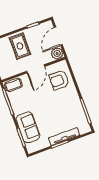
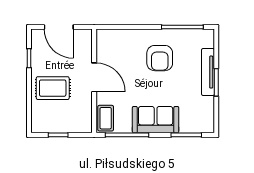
plant: (57, 53) -> (83, 38), removed
armchair: (59, 80) -> (160, 58), moved
sofa: (28, 127) -> (156, 120), moved

